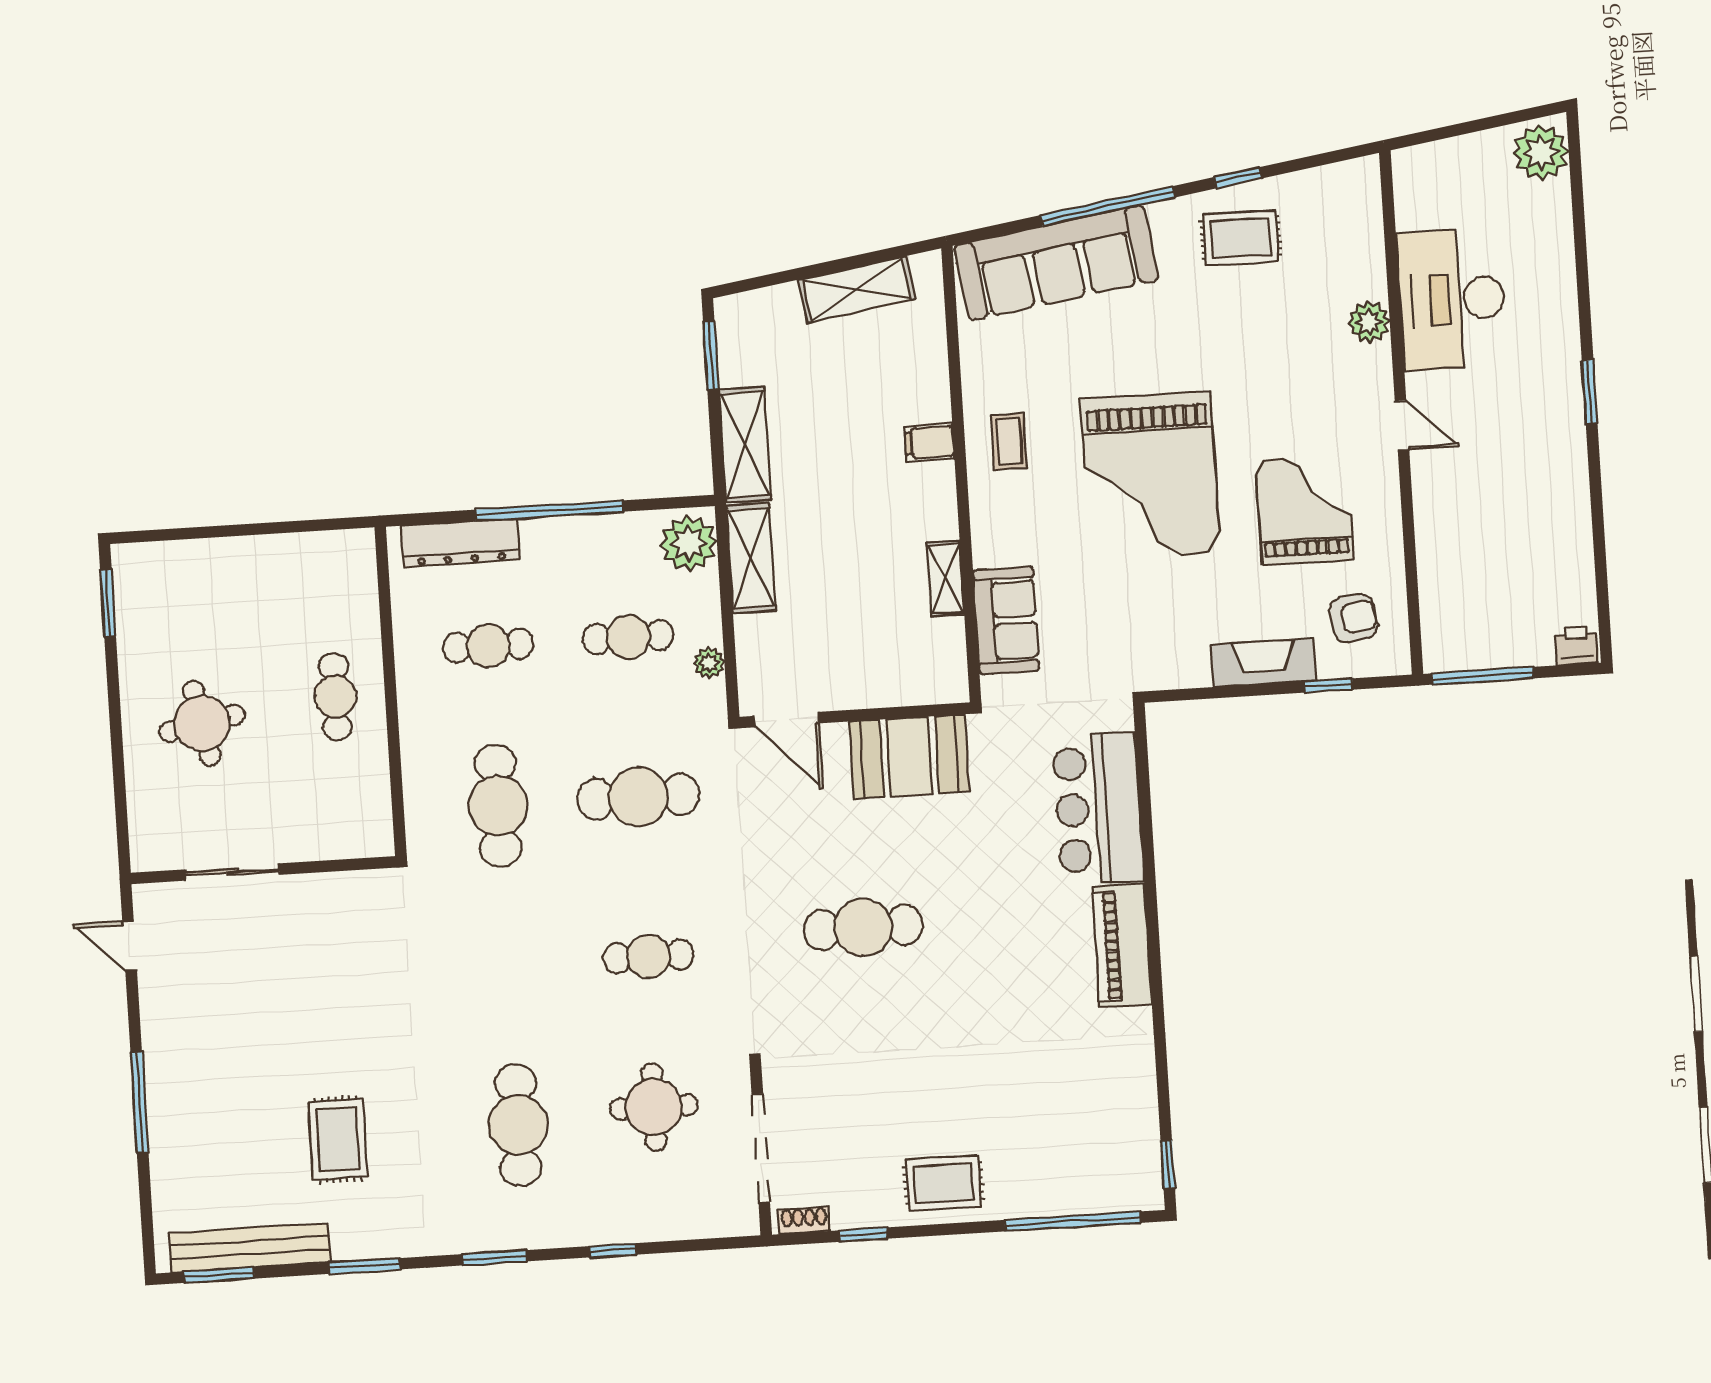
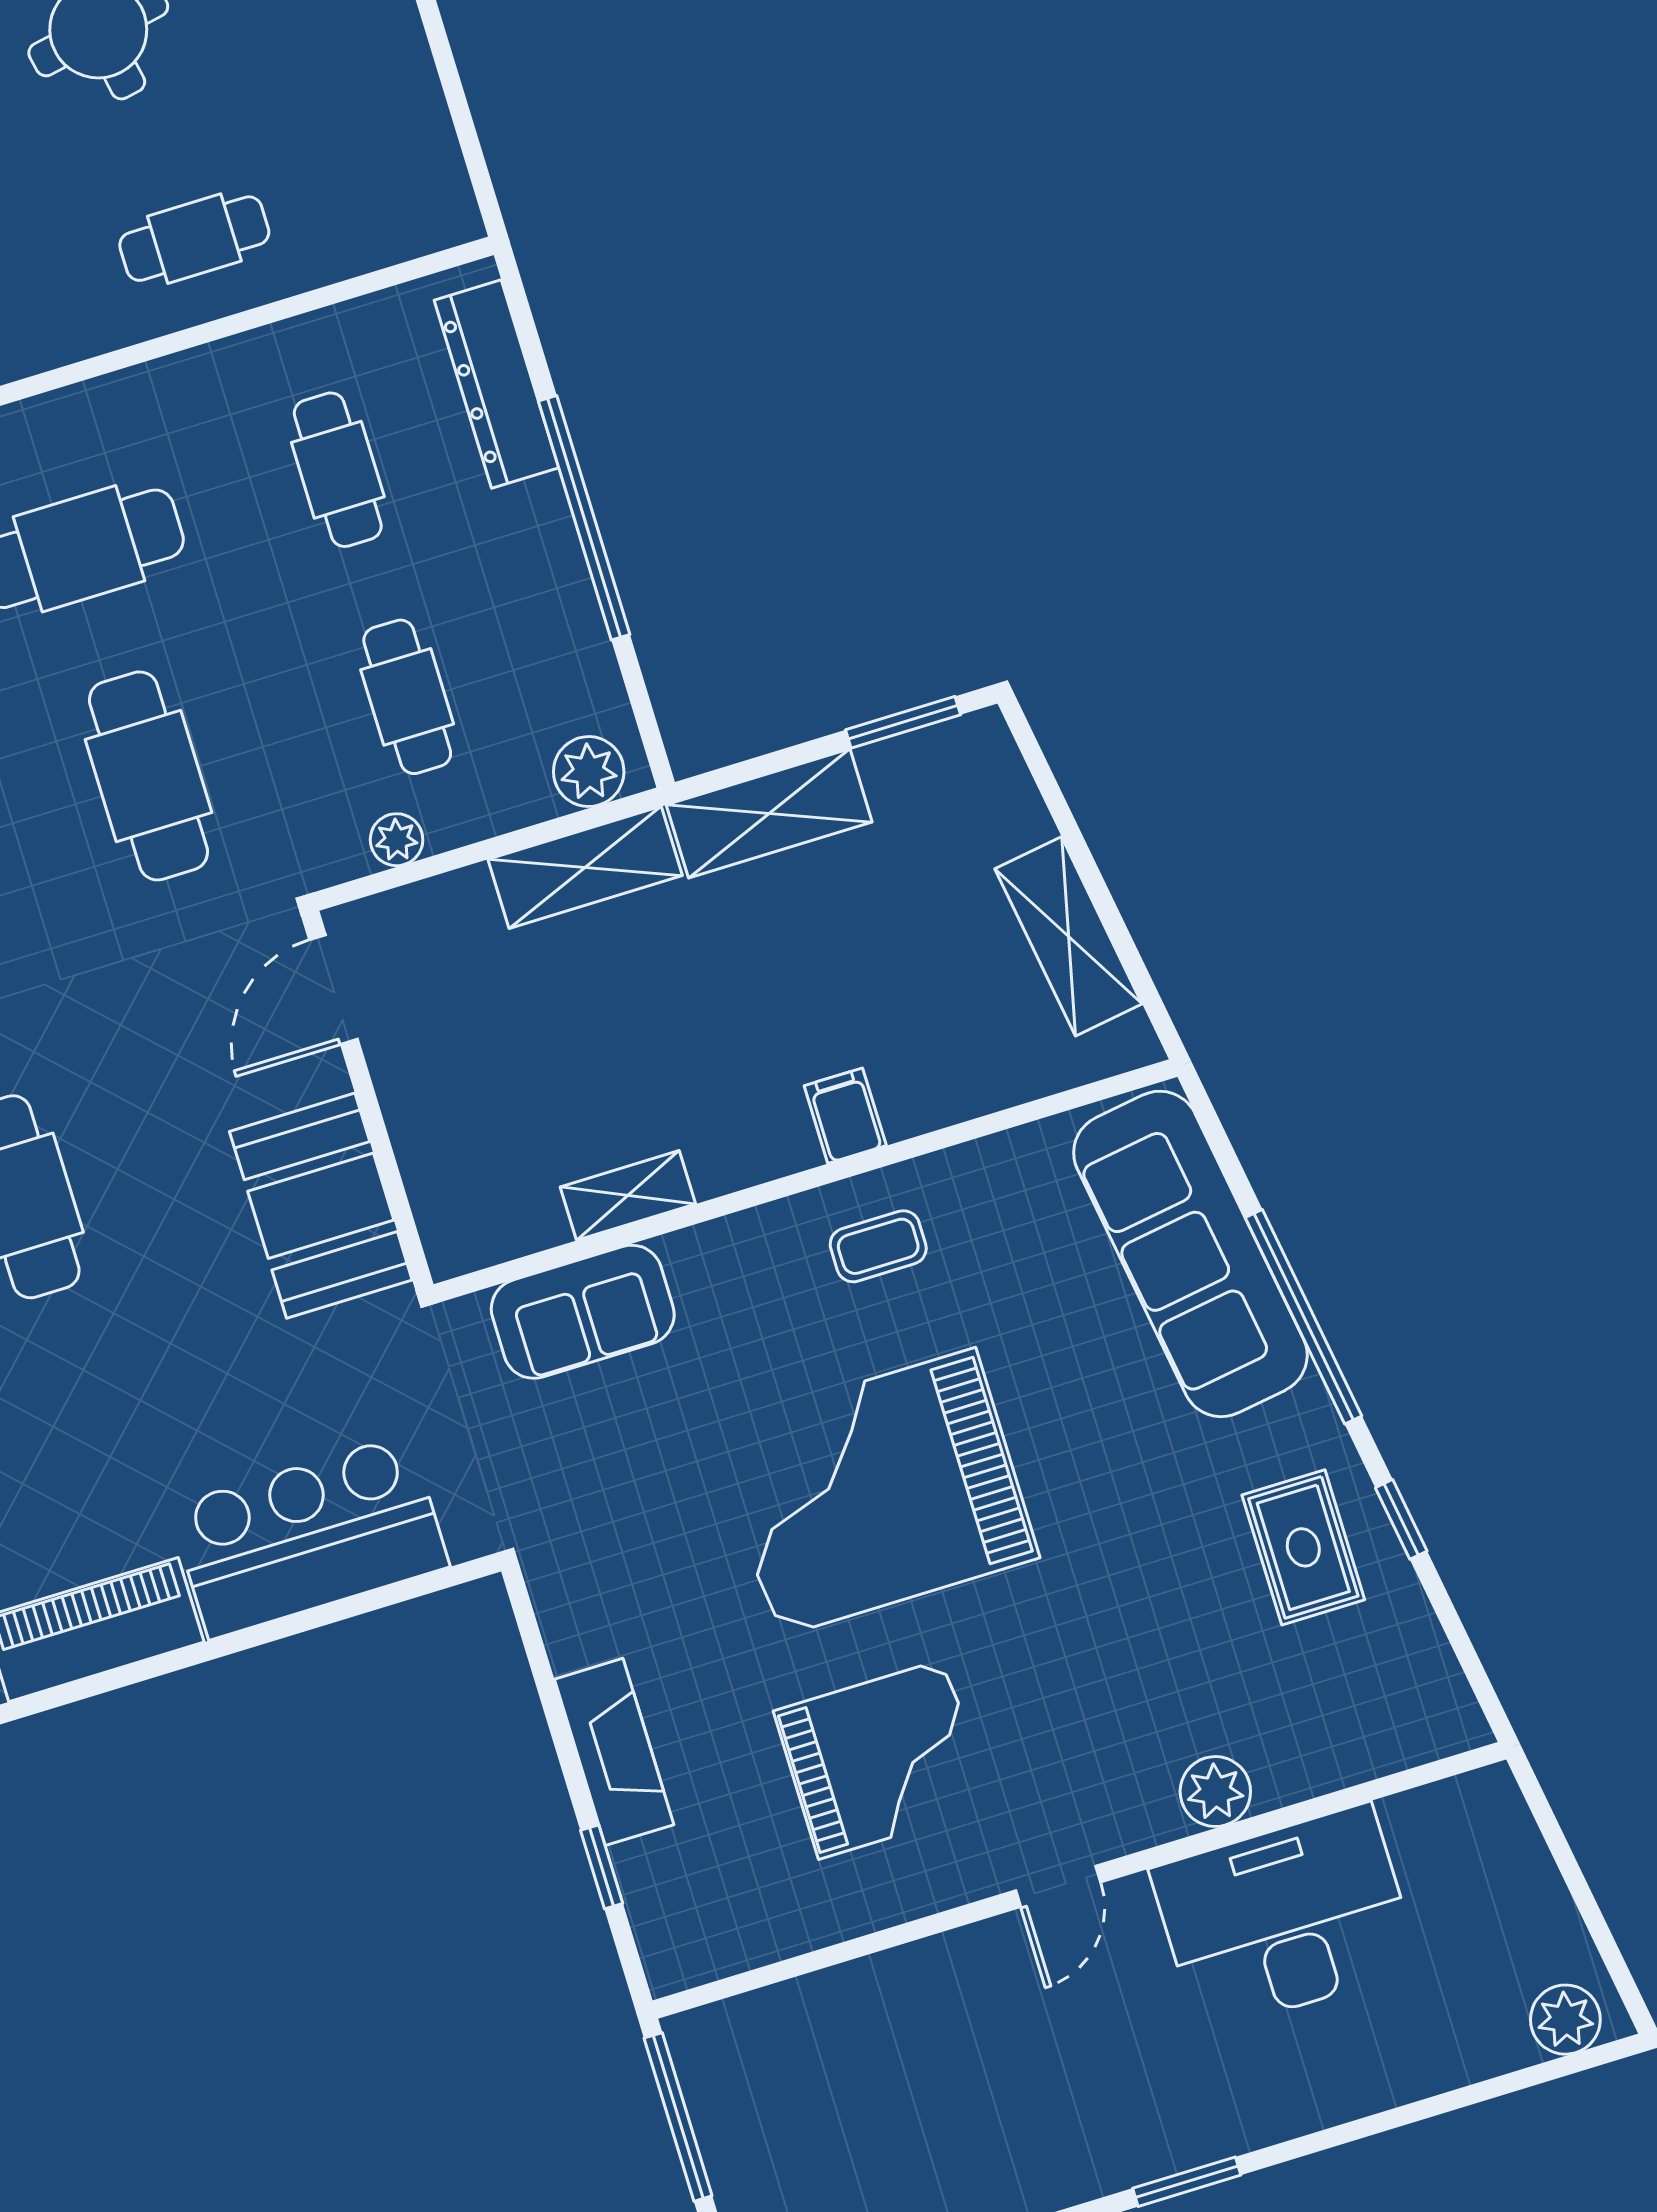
plant: (1541, 152) -> (1565, 2020), width x0.73, depth x0.73
plant: (689, 543) -> (589, 772), width x0.73, depth x0.73
armchair: (1353, 618) -> (722, 1882), removed

